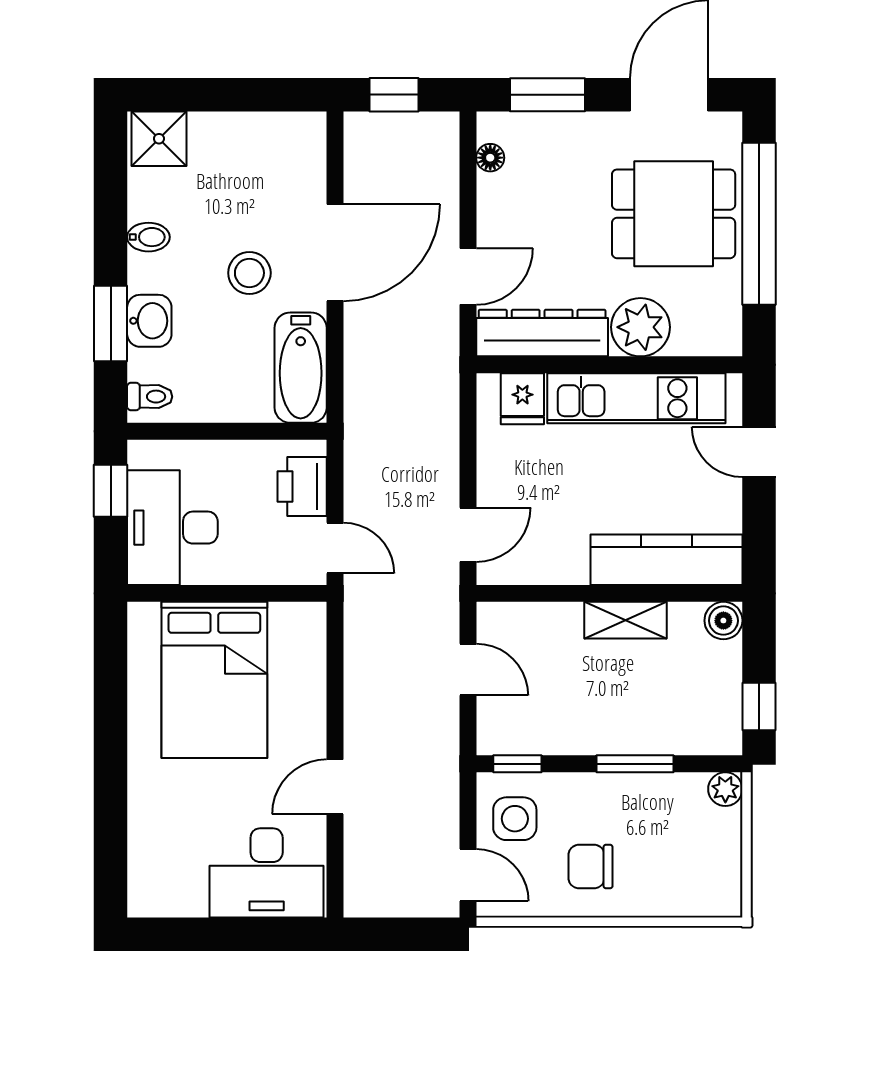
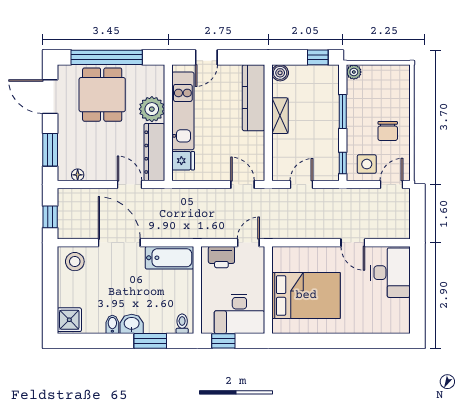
stool: (249, 273) -> (75, 262), moved
washbasin: (149, 321) -> (132, 324), moved

